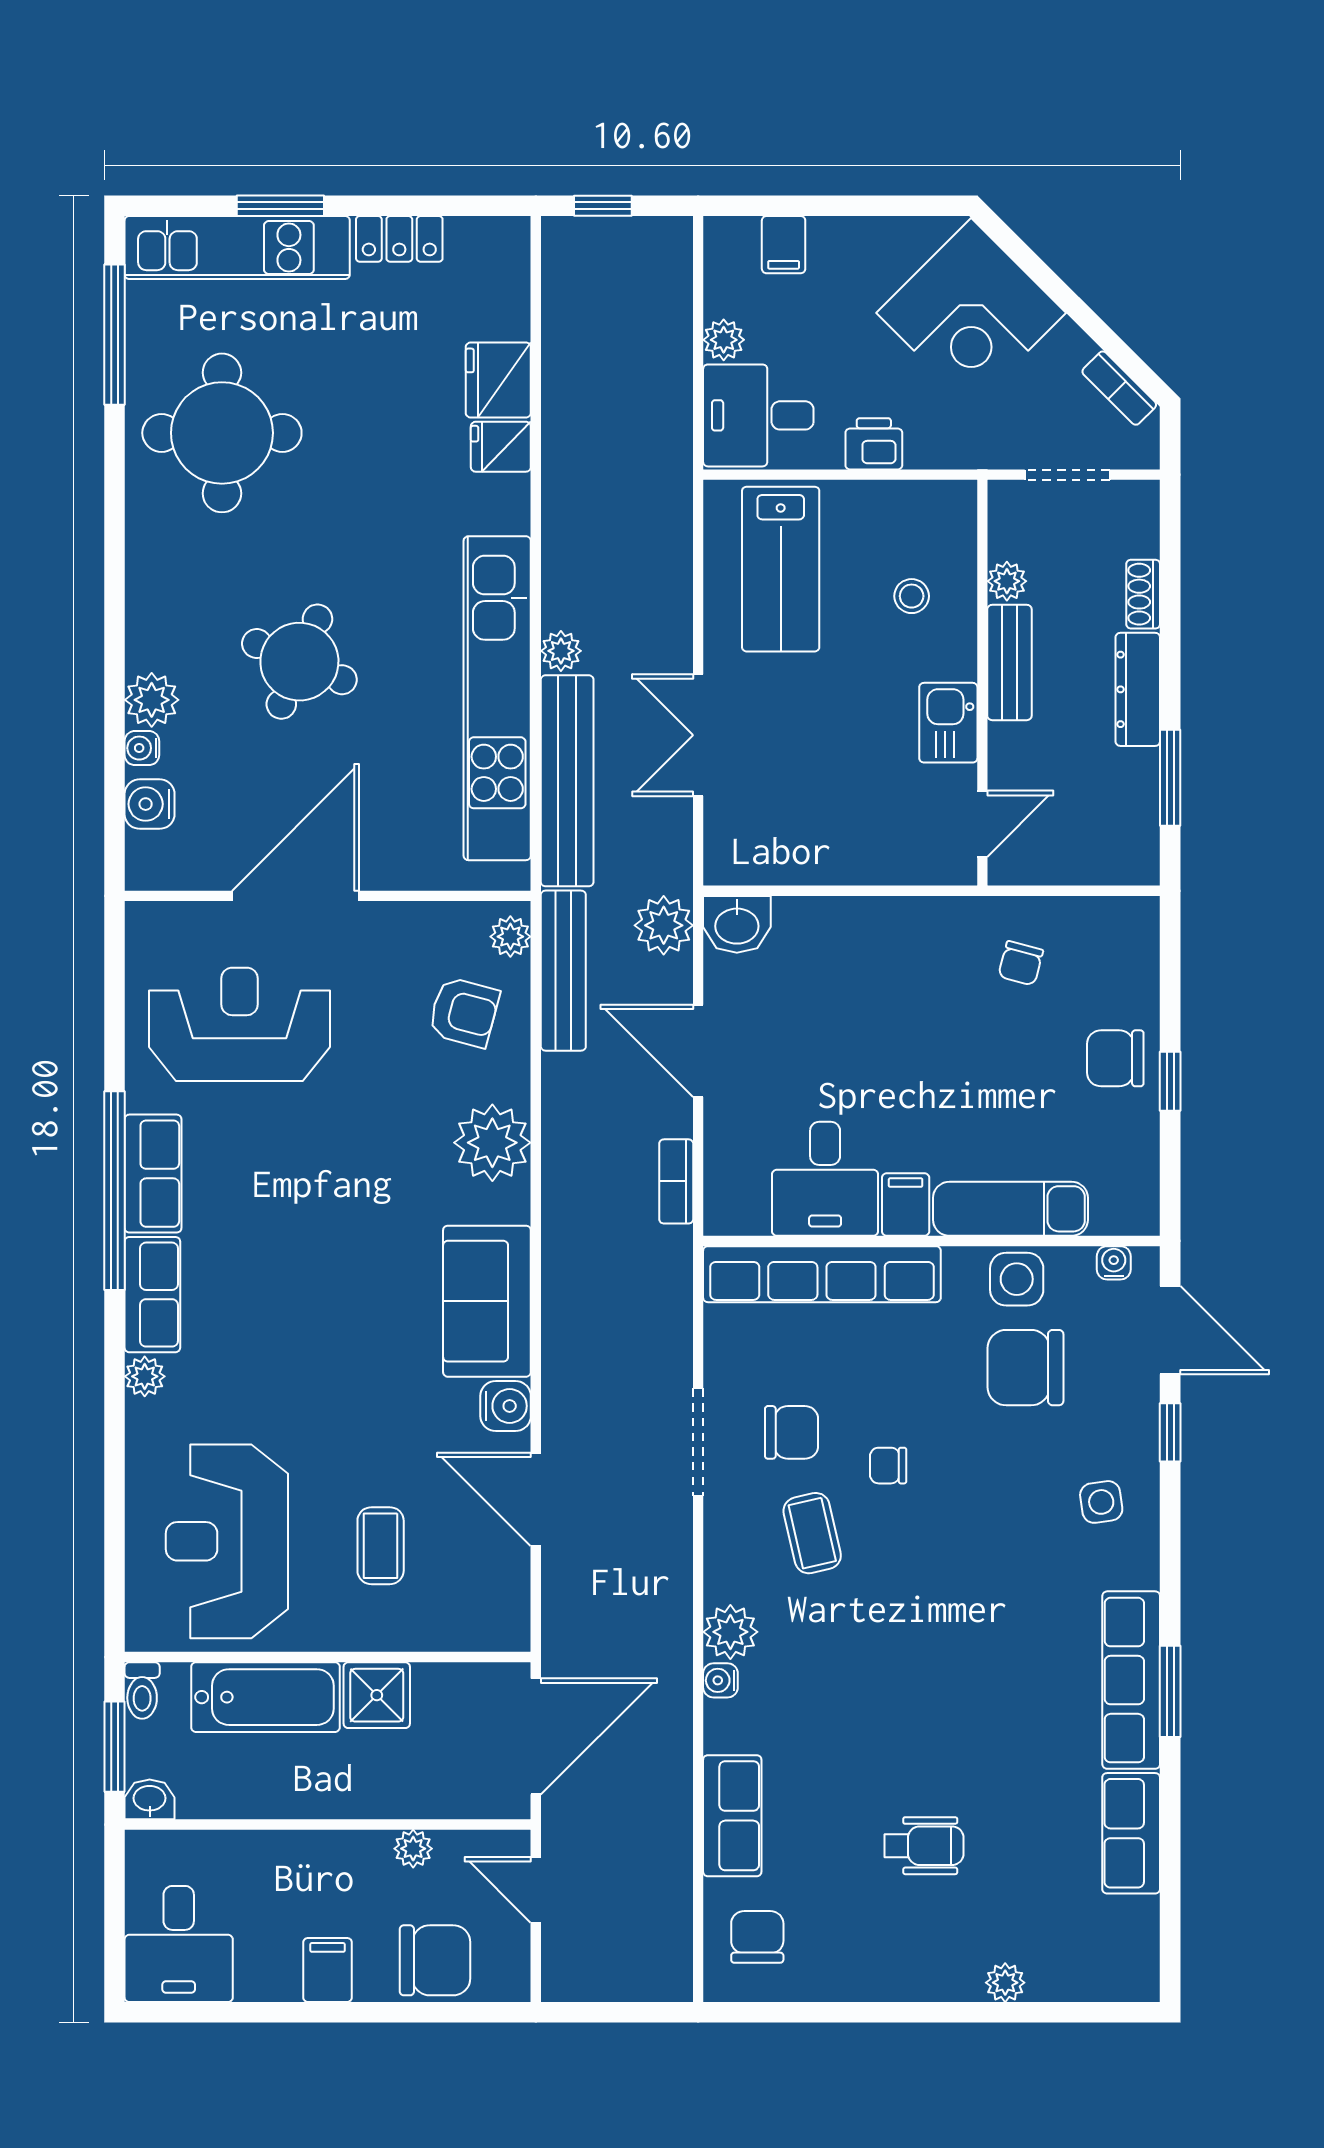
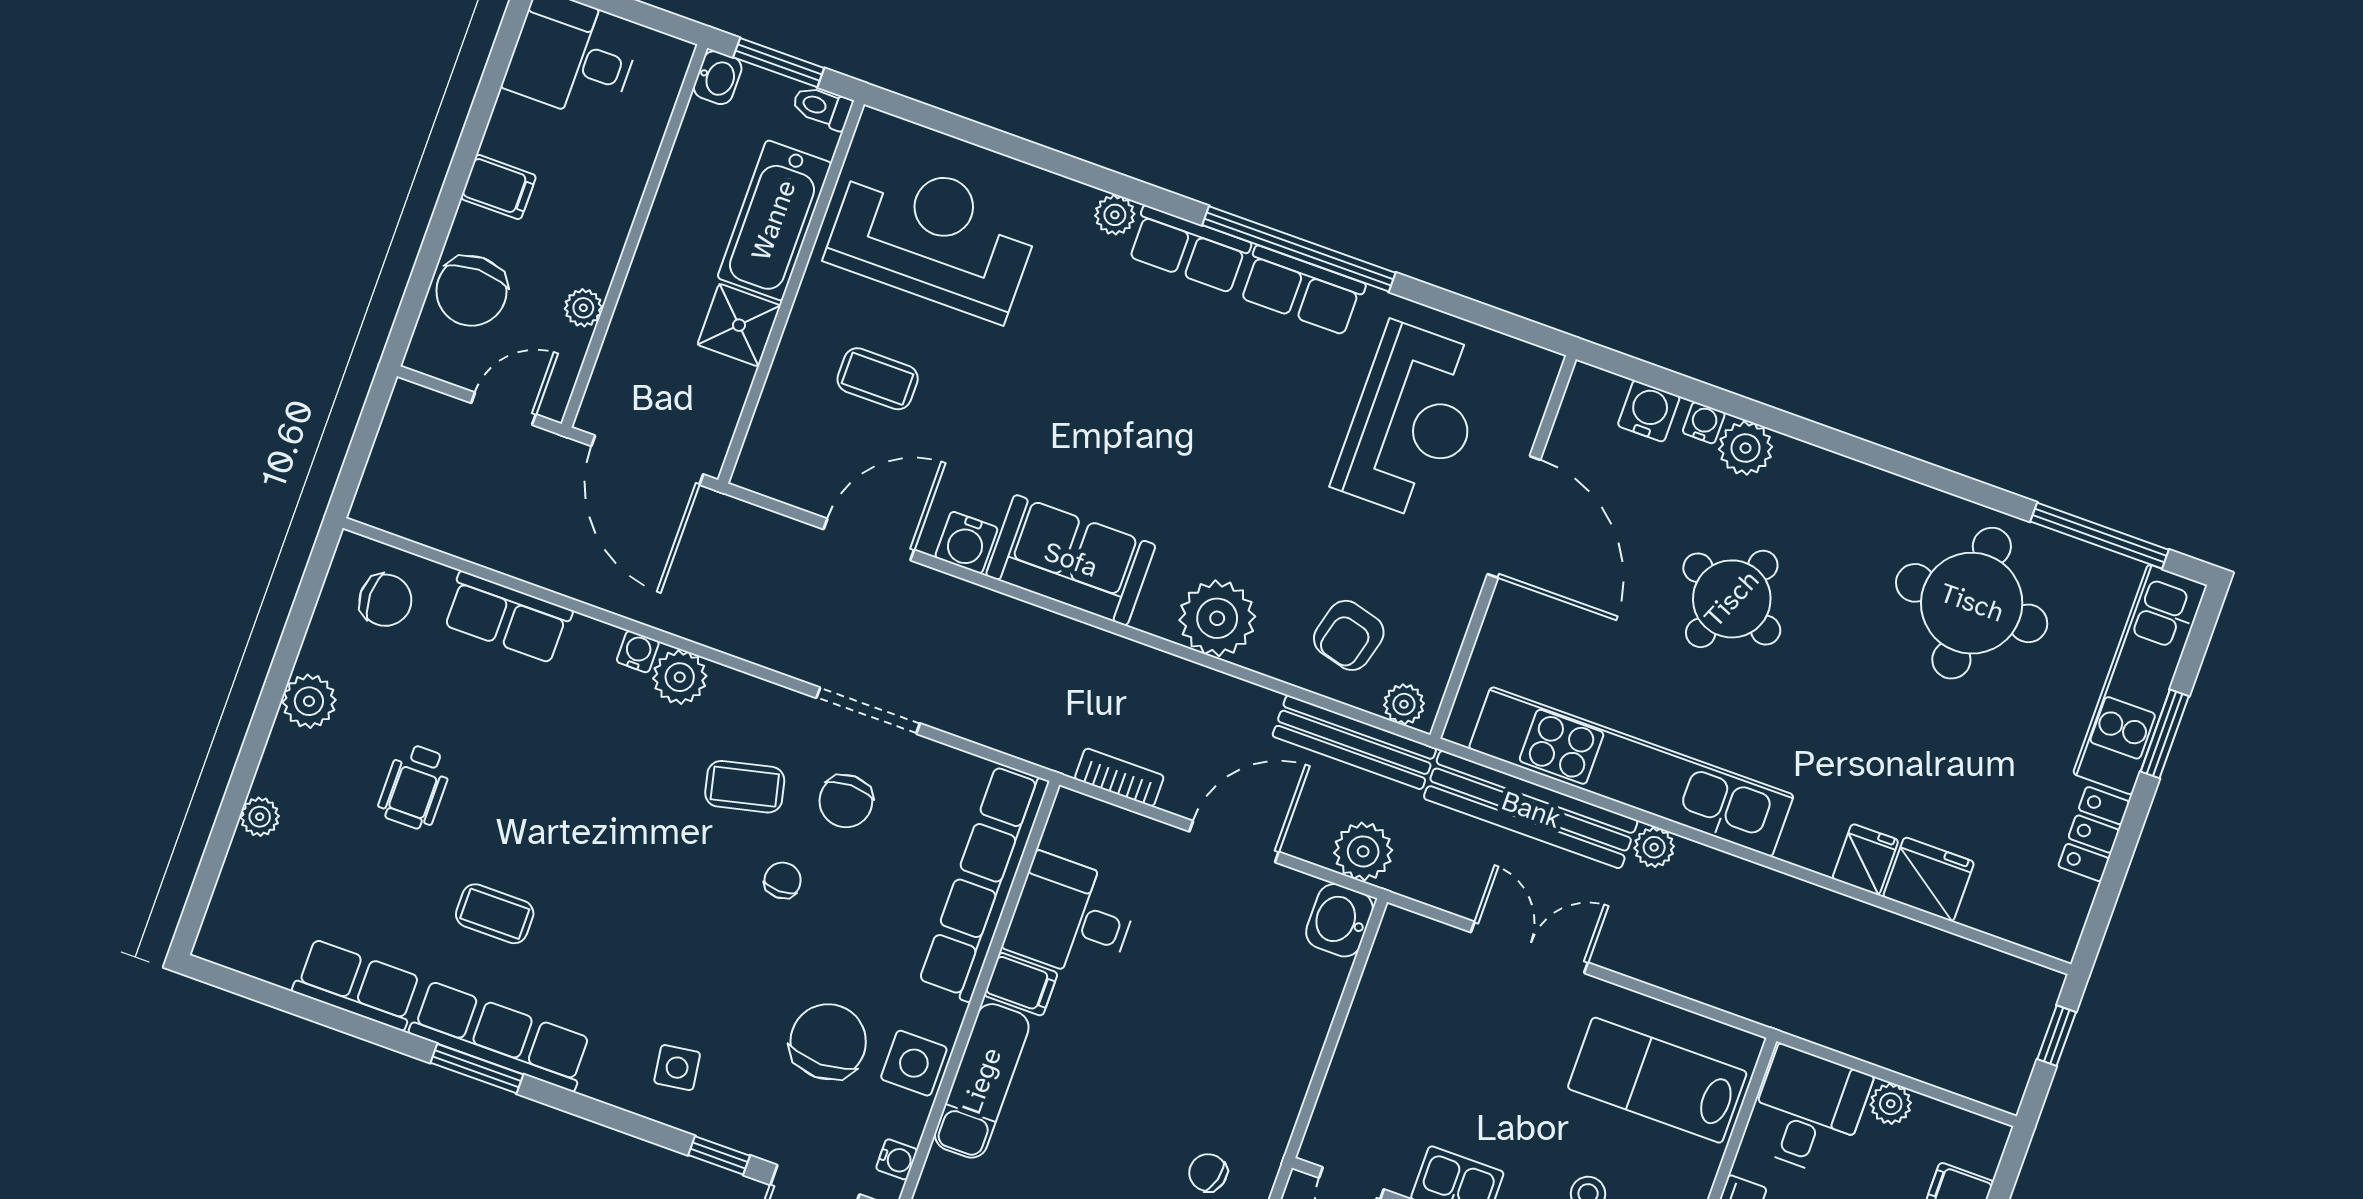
coffee table: (1017, 1727) -> (495, 914), added
plant: (879, 1975) -> (309, 701), added

